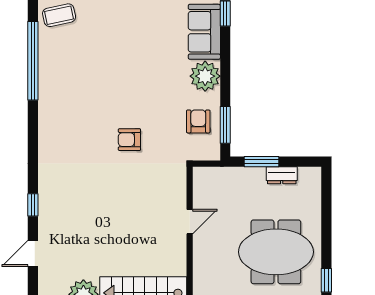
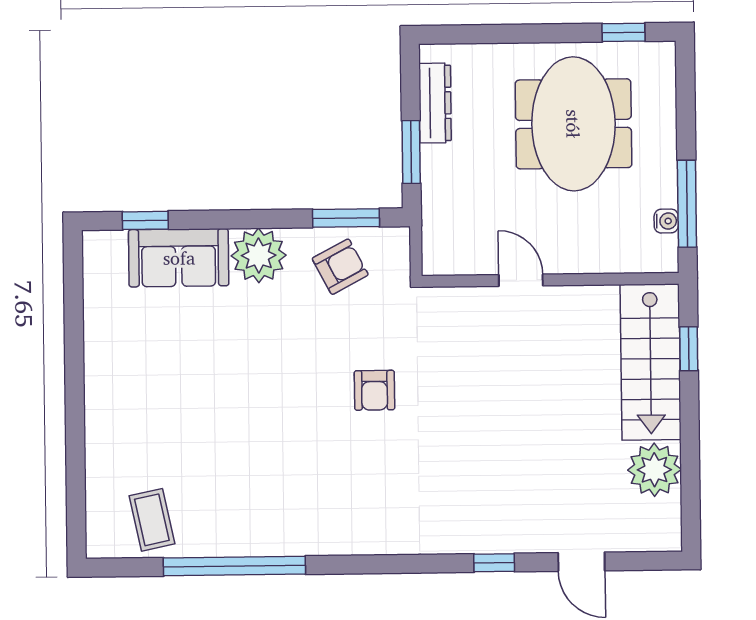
armchair: (198, 121) -> (340, 267), turned 152
dresser: (282, 175) -> (435, 103), width x1.44

